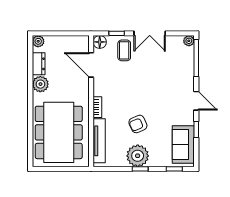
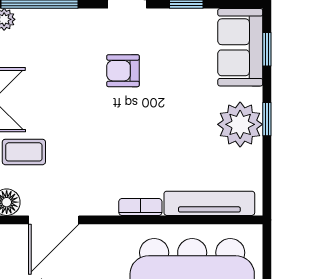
armchair: (138, 124) -> (123, 71), moved, turned 114
sofa: (183, 145) -> (240, 47), moved, turned 90

